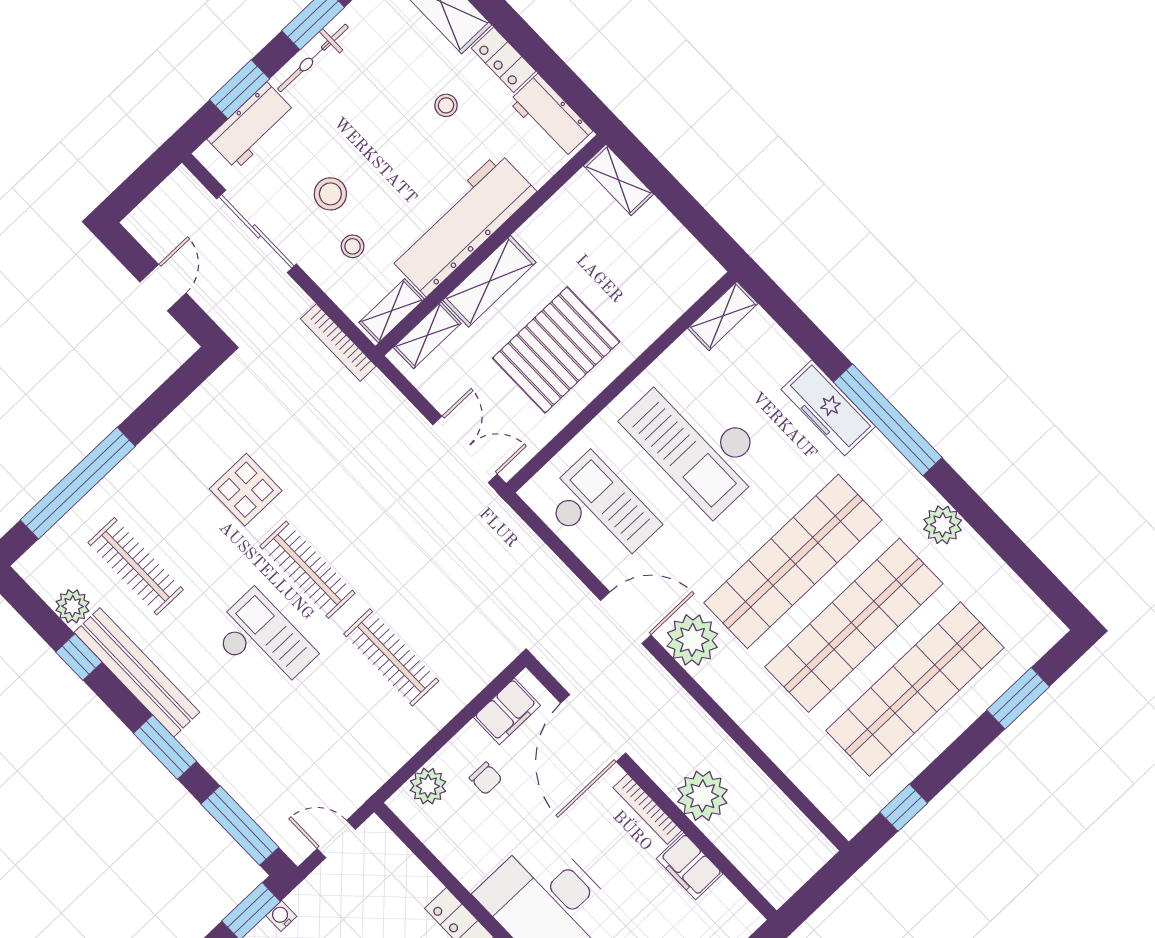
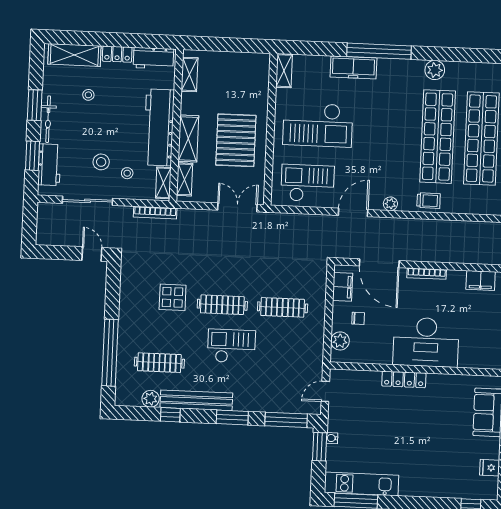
stool: (446, 105) -> (88, 95), moved
shelving: (618, 180) -> (190, 74), moved, turned 90
door: (163, 288) -> (92, 254), moved
shop shelf: (793, 561) -> (394, 135), removed
plant: (692, 640) -> (390, 204), width x0.53, depth x0.53
trolley: (752, 706) -> (429, 201), added
plant: (702, 796) -> (442, 250), removed
filing cabinet: (690, 866) -> (481, 280), moved

